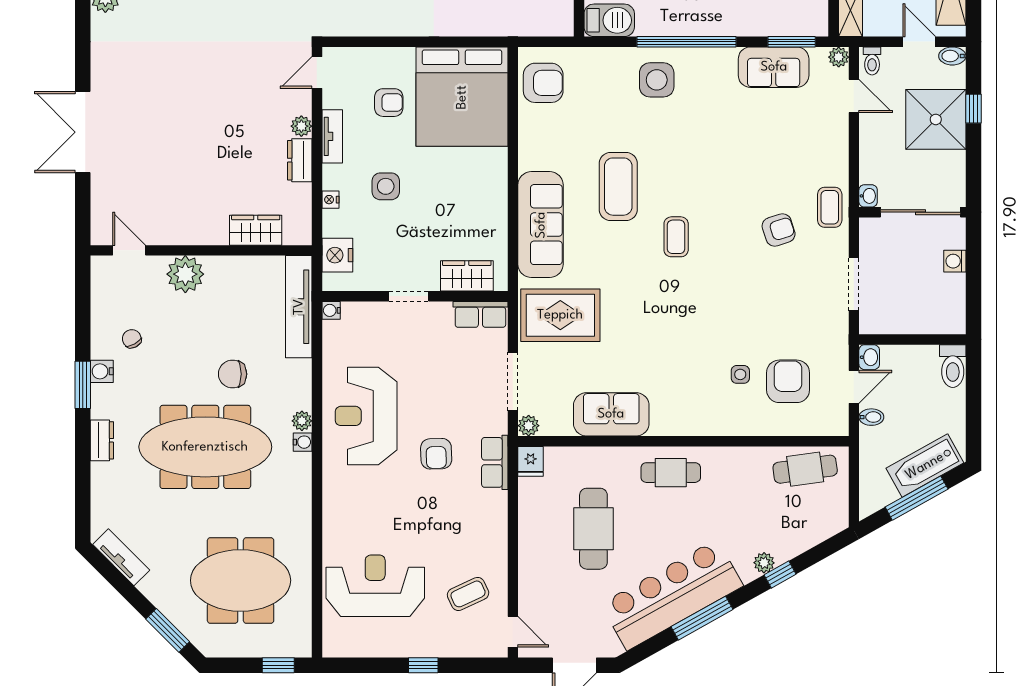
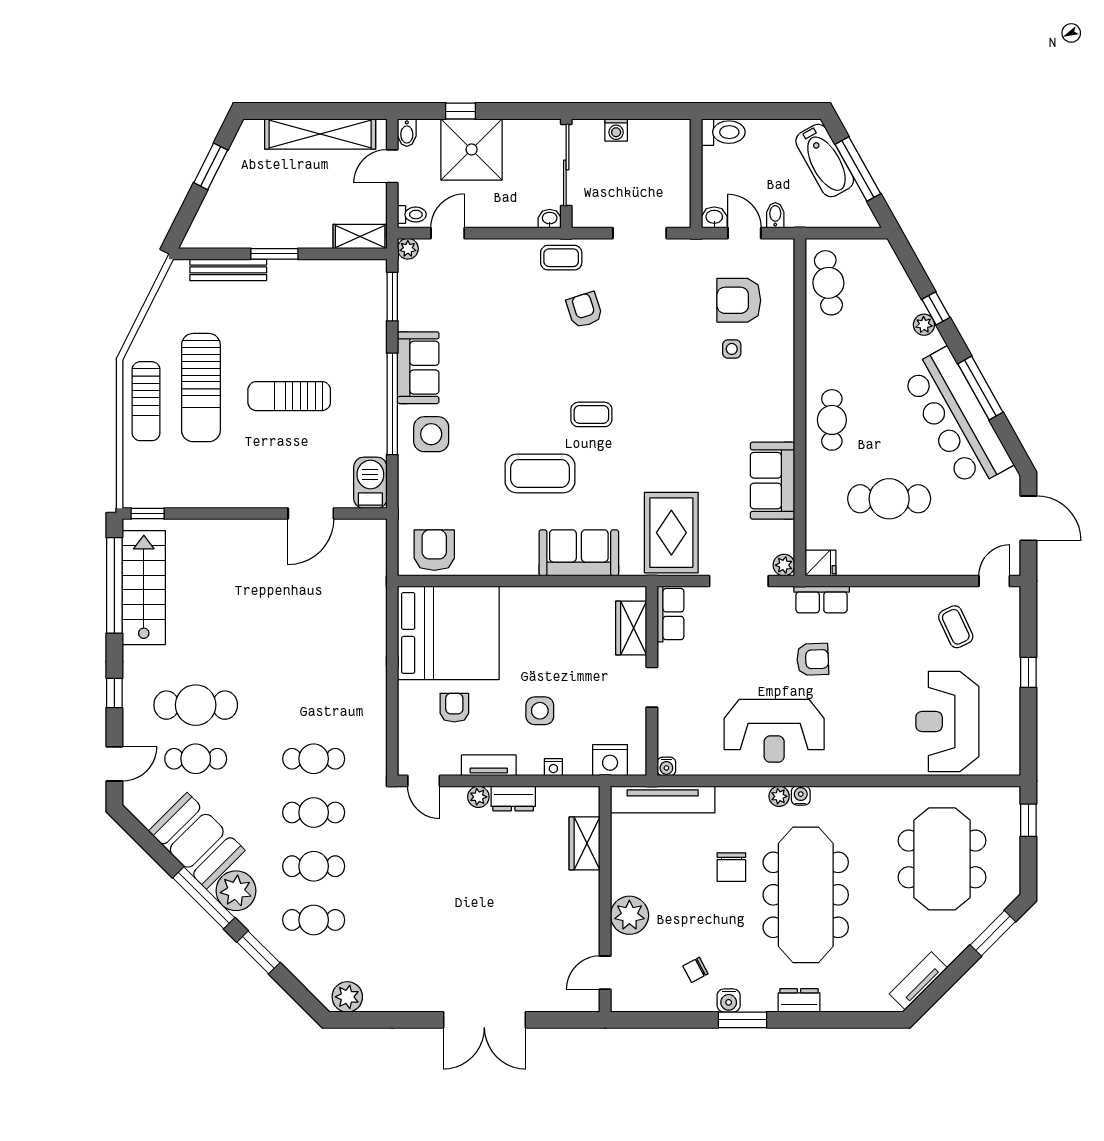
sofa: (774, 67) -> (418, 368), moved
sofa: (541, 225) -> (579, 553), width x0.73

